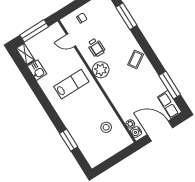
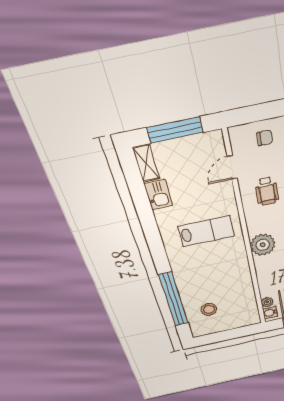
door: (71, 40) -> (232, 167), hinge flipped
plant: (101, 70) -> (263, 245), moved
stool: (106, 127) -> (209, 309), moved
window: (69, 140) -> (174, 300), width x2.11

